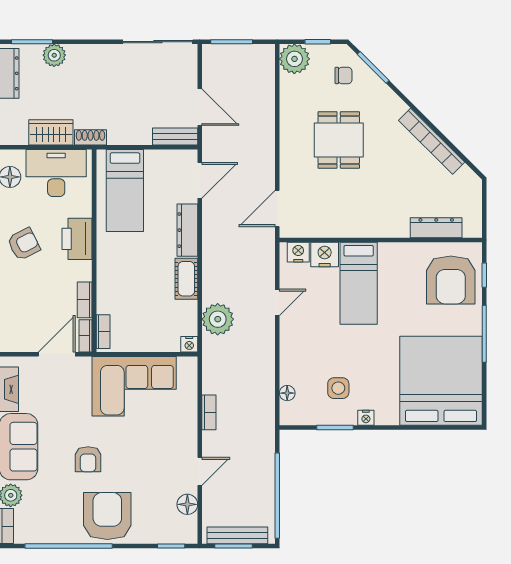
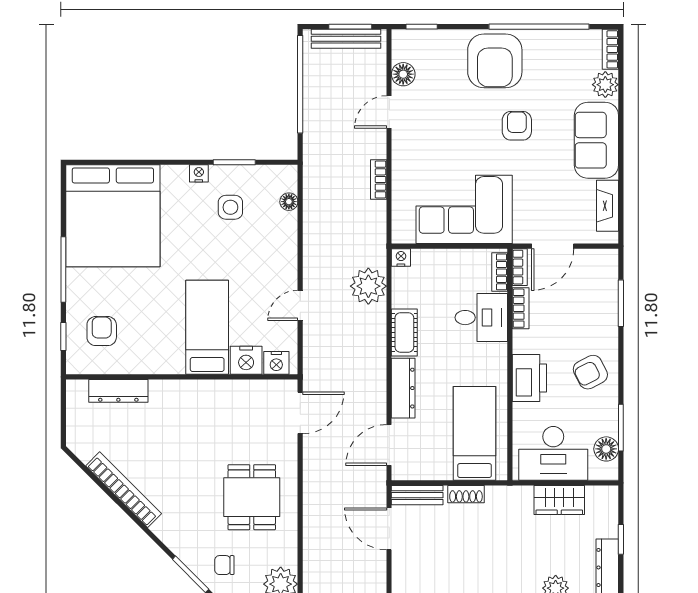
shoe rack: (91, 137) -> (466, 494), moved
dining table: (339, 140) -> (252, 497), moved
armchair: (451, 280) -> (102, 331), width x0.53, depth x0.53
desk: (119, 292) -> (481, 318), added

